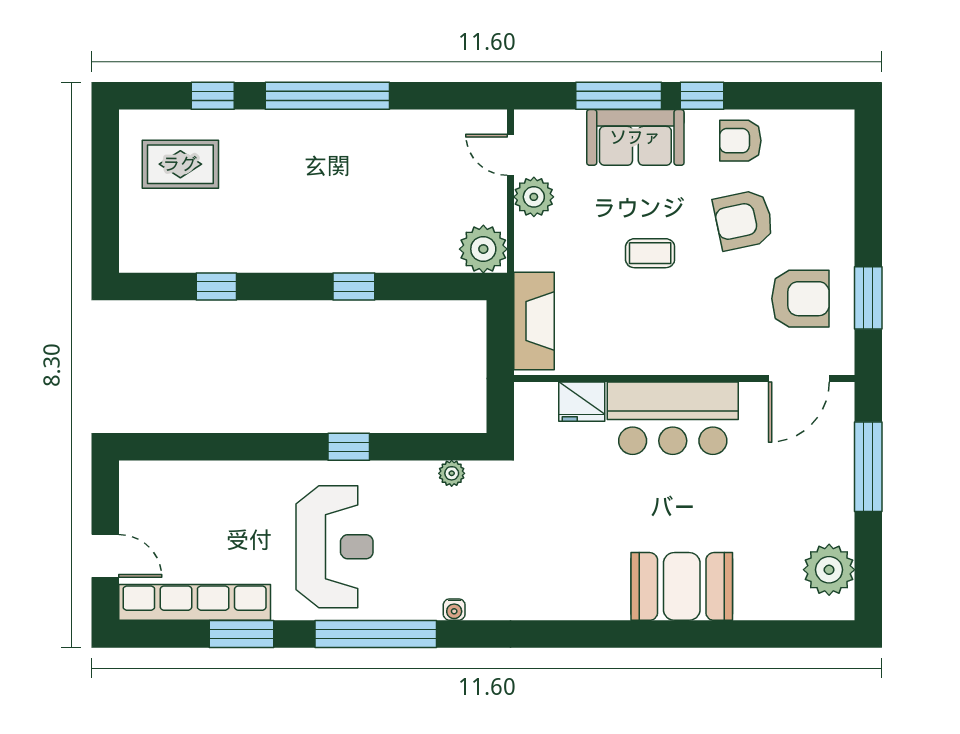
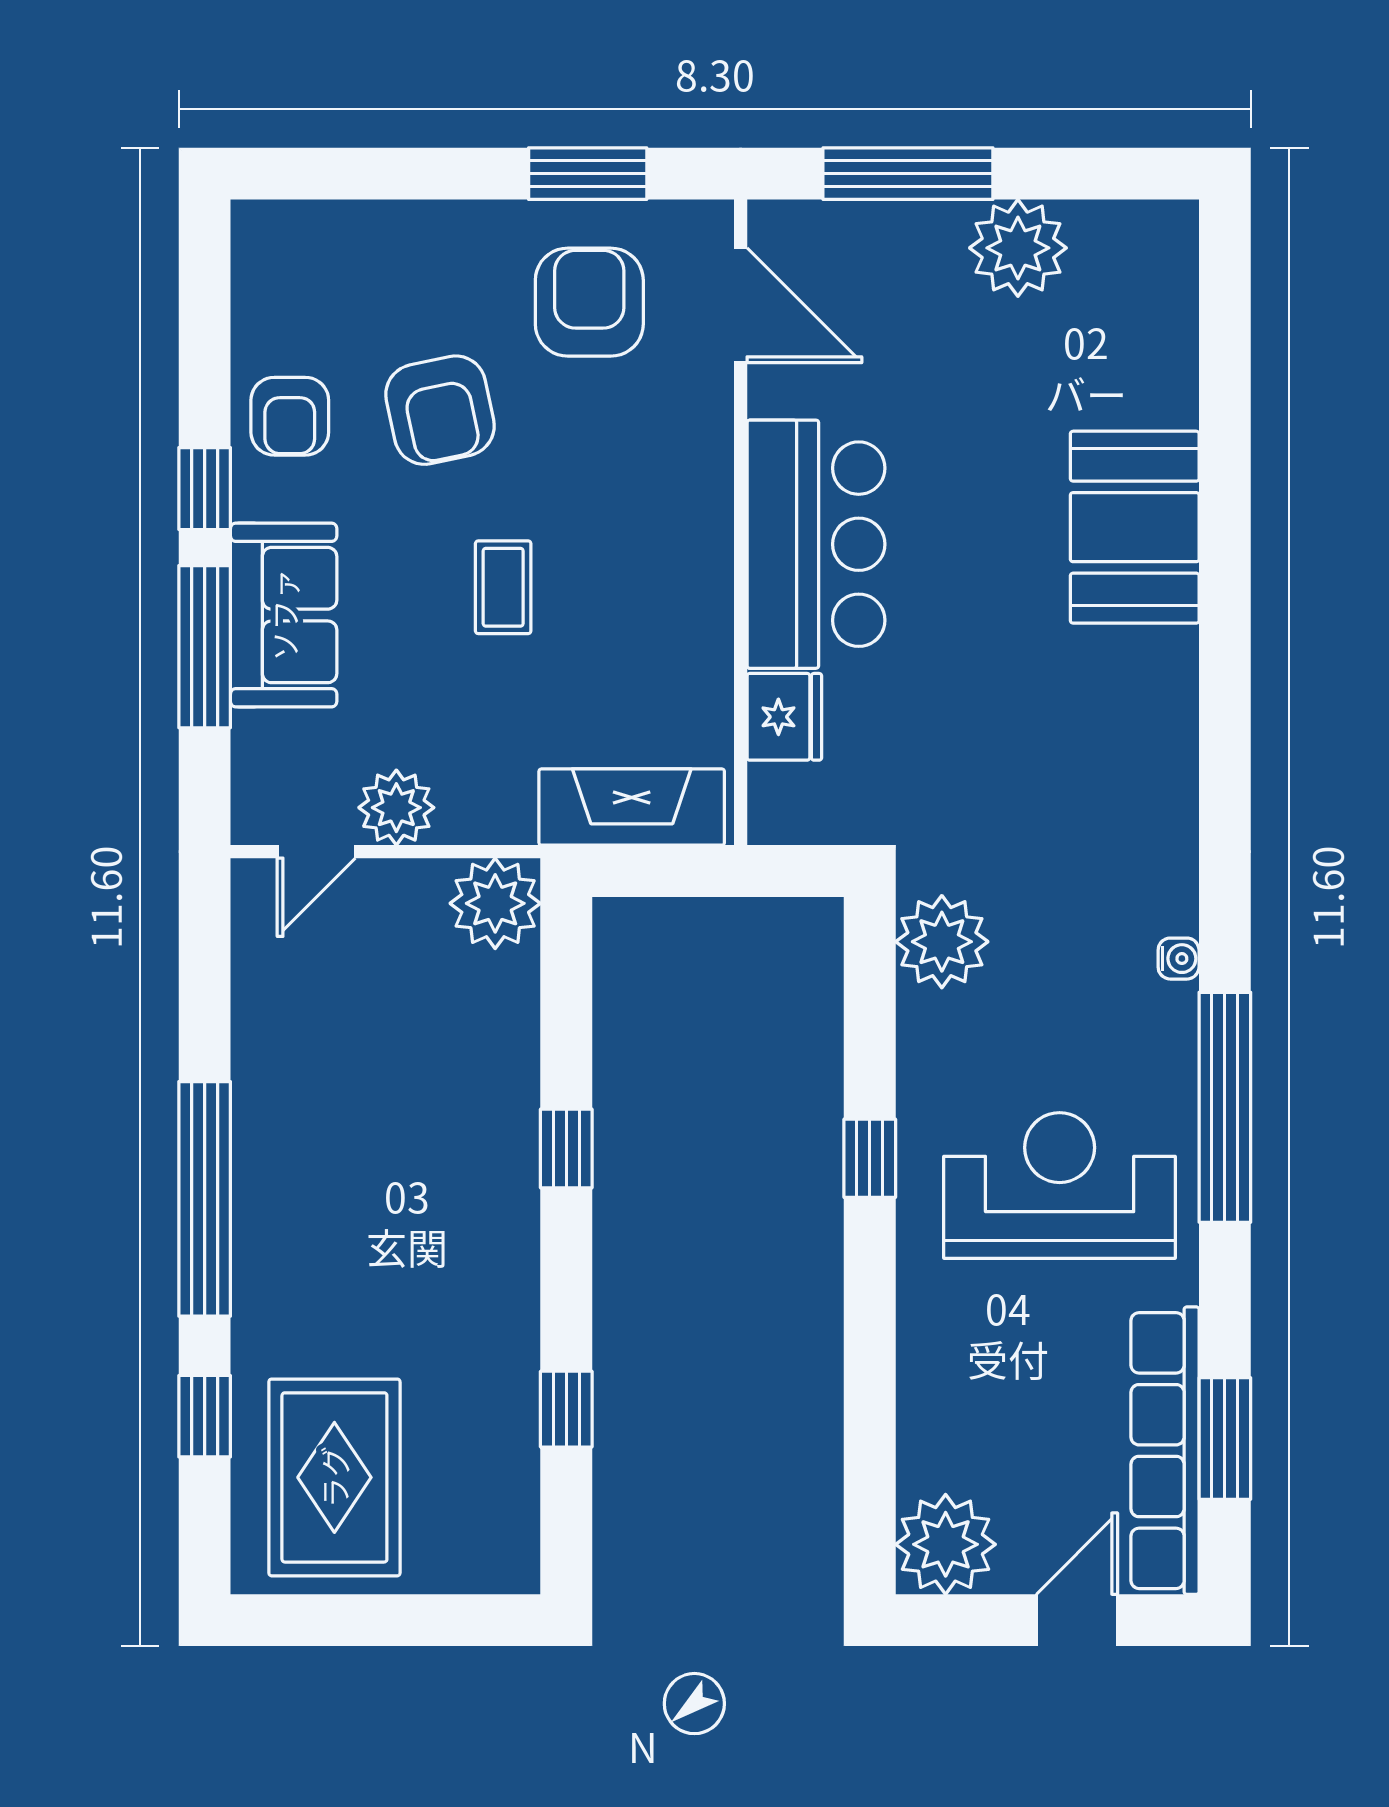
rug: (180, 164) -> (334, 1477), width x1.36, depth x1.43
plant: (452, 473) -> (942, 942), width x1.88, depth x1.88
plant: (145, 487) -> (946, 1544), added
plant: (829, 570) -> (1018, 248), moved
window: (242, 634) -> (1225, 1438), moved

